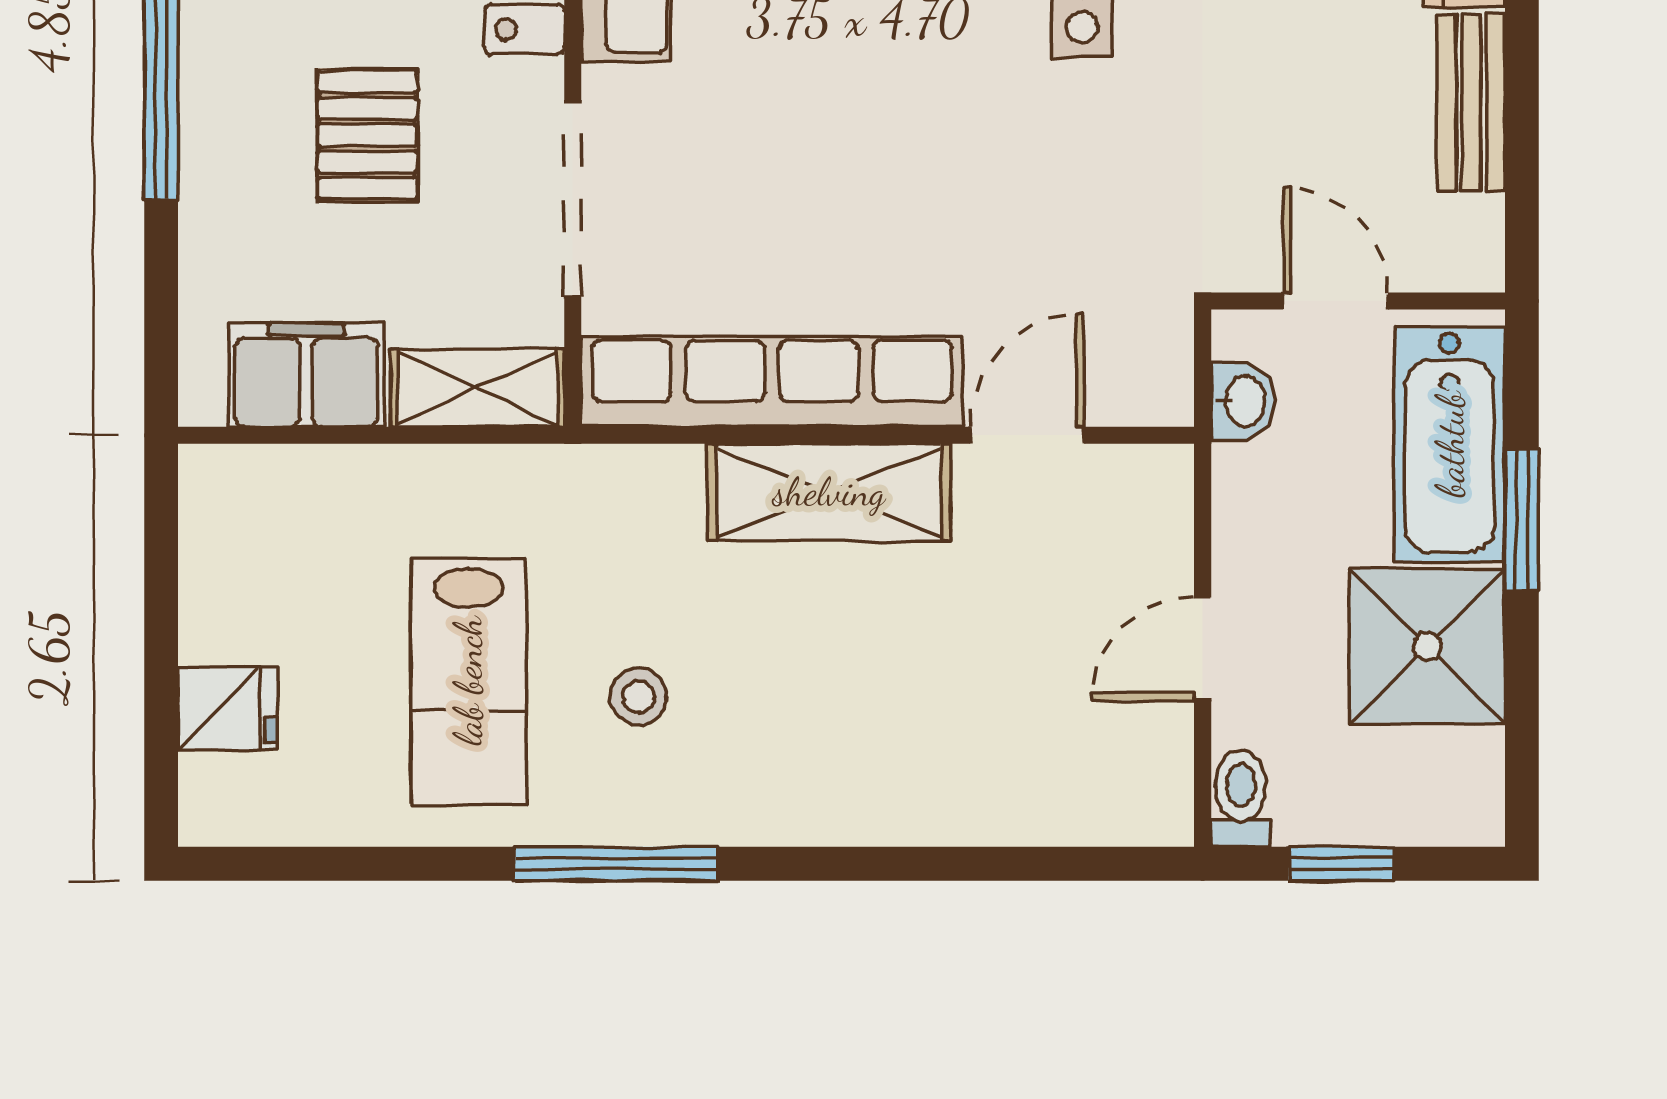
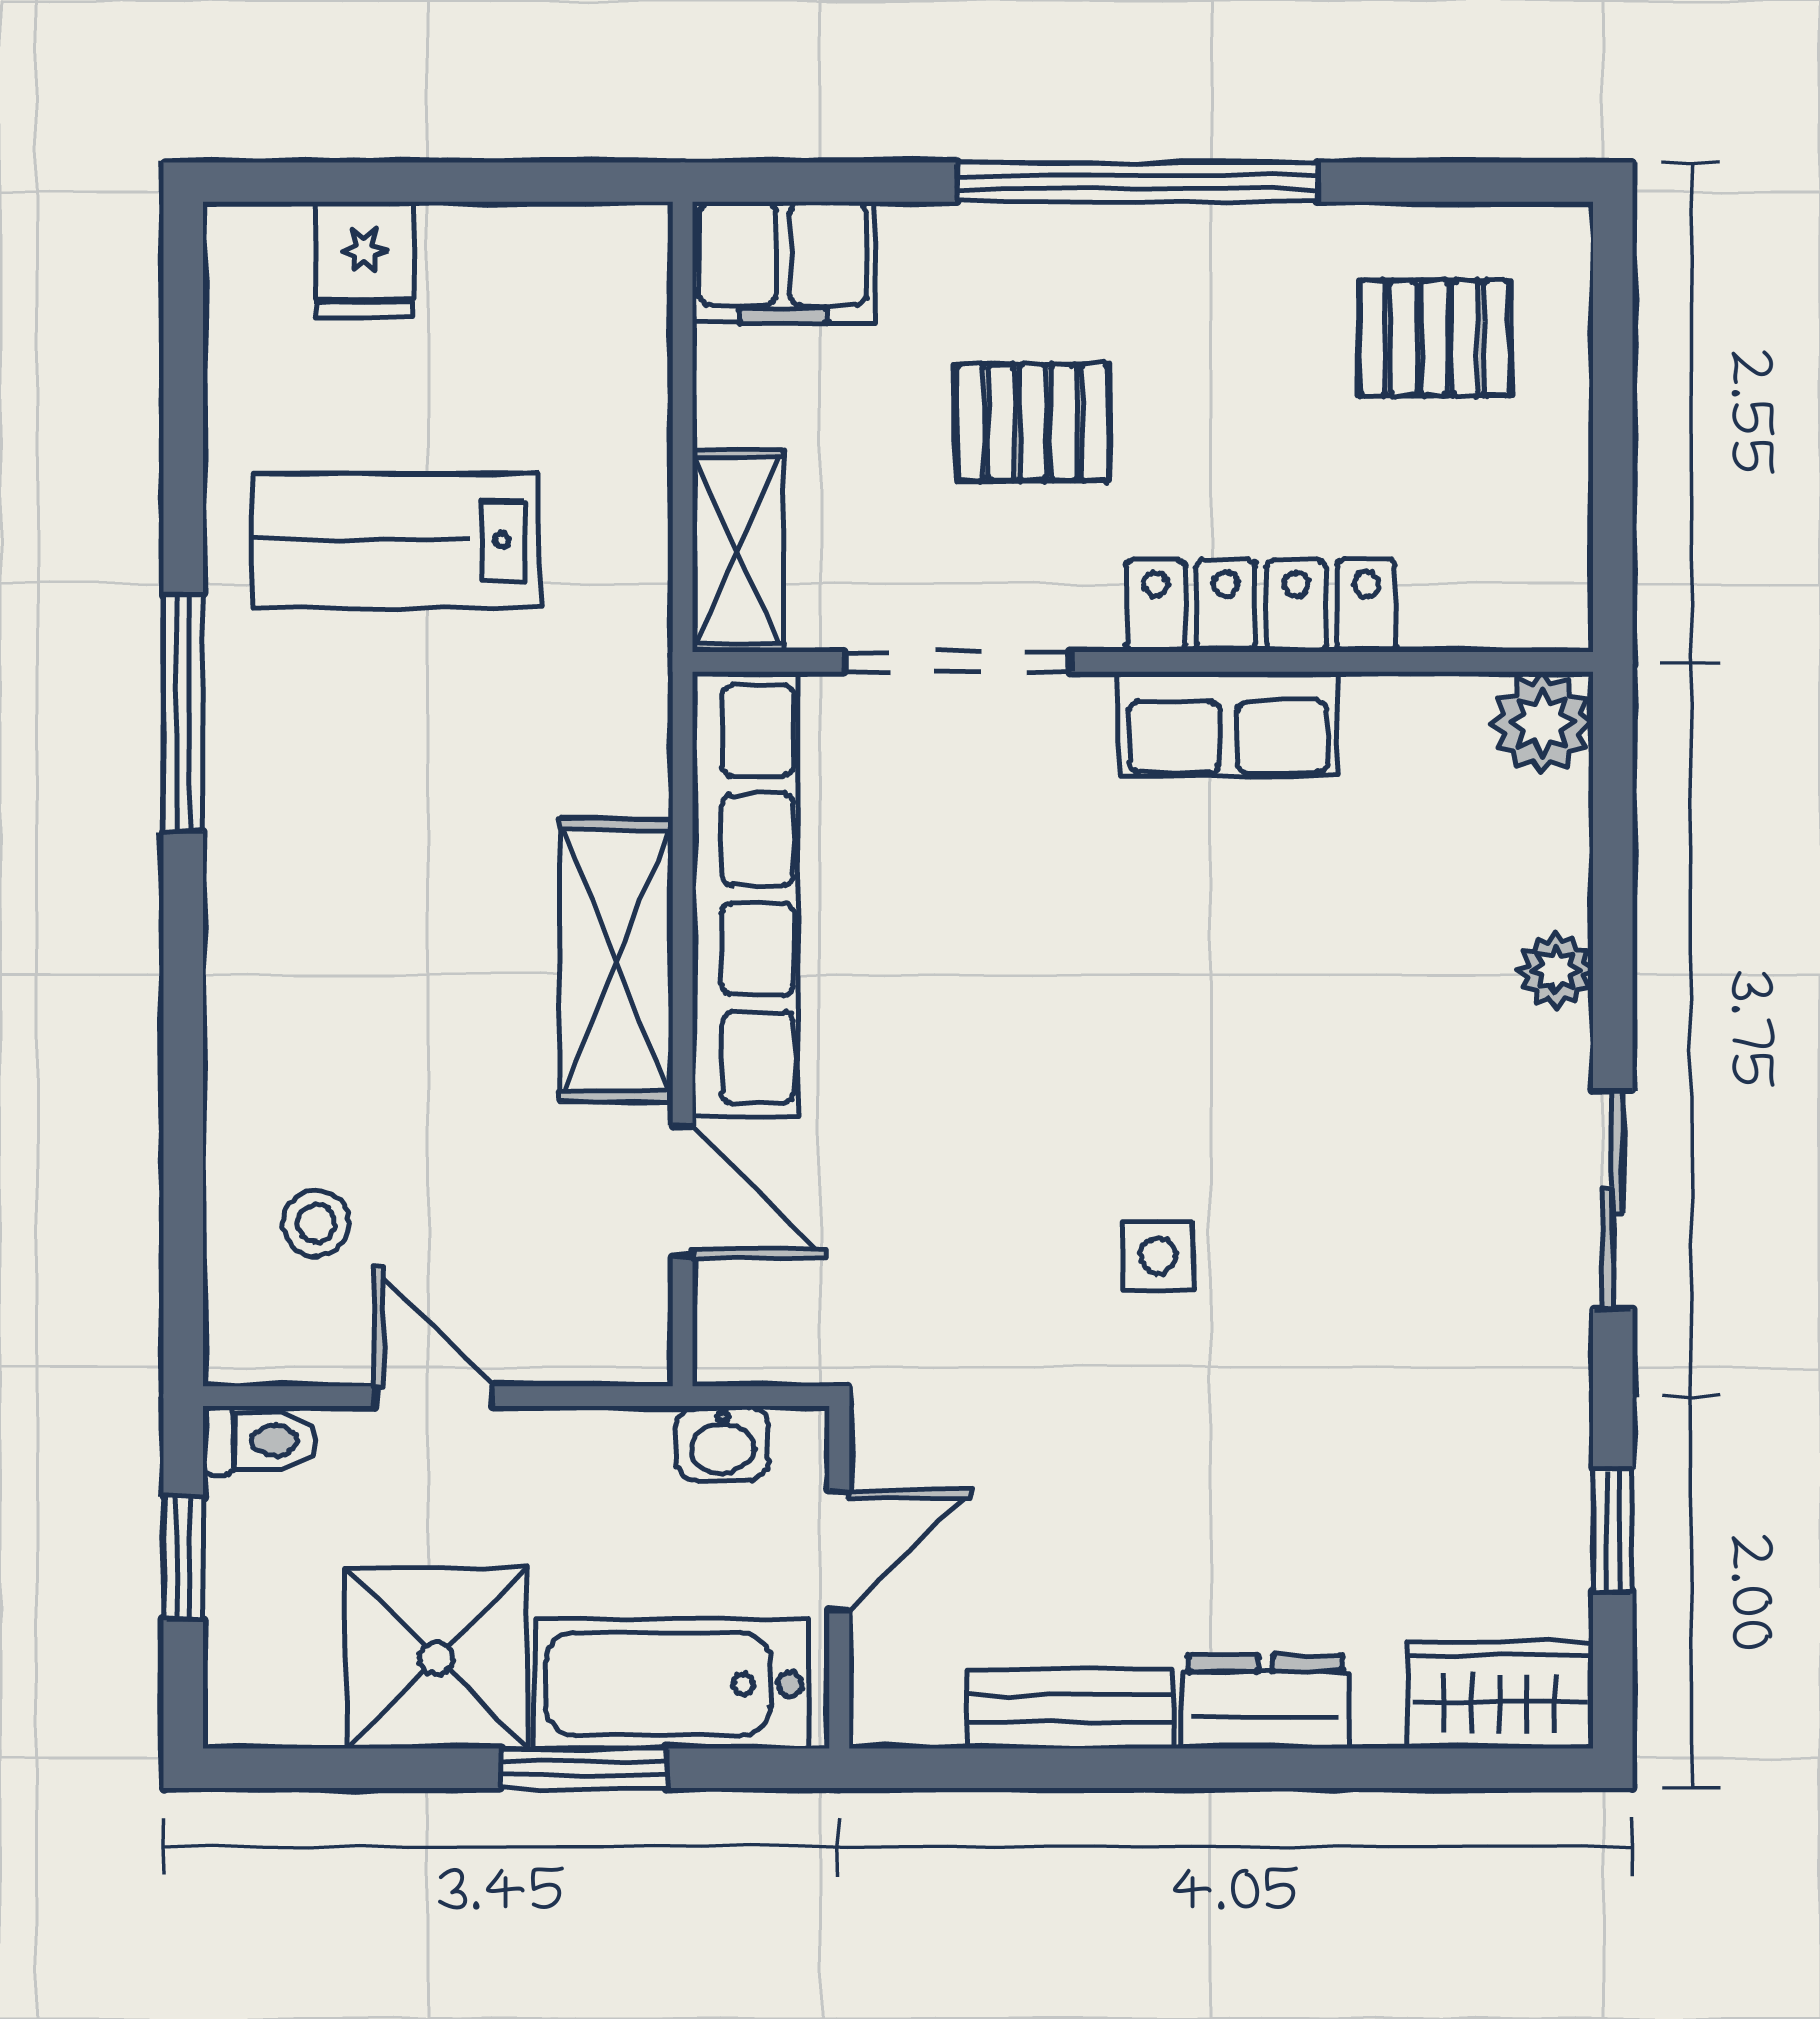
filing cabinet: (306, 375) -> (783, 262), moved, turned 90
stool: (638, 697) -> (316, 1223), moved

